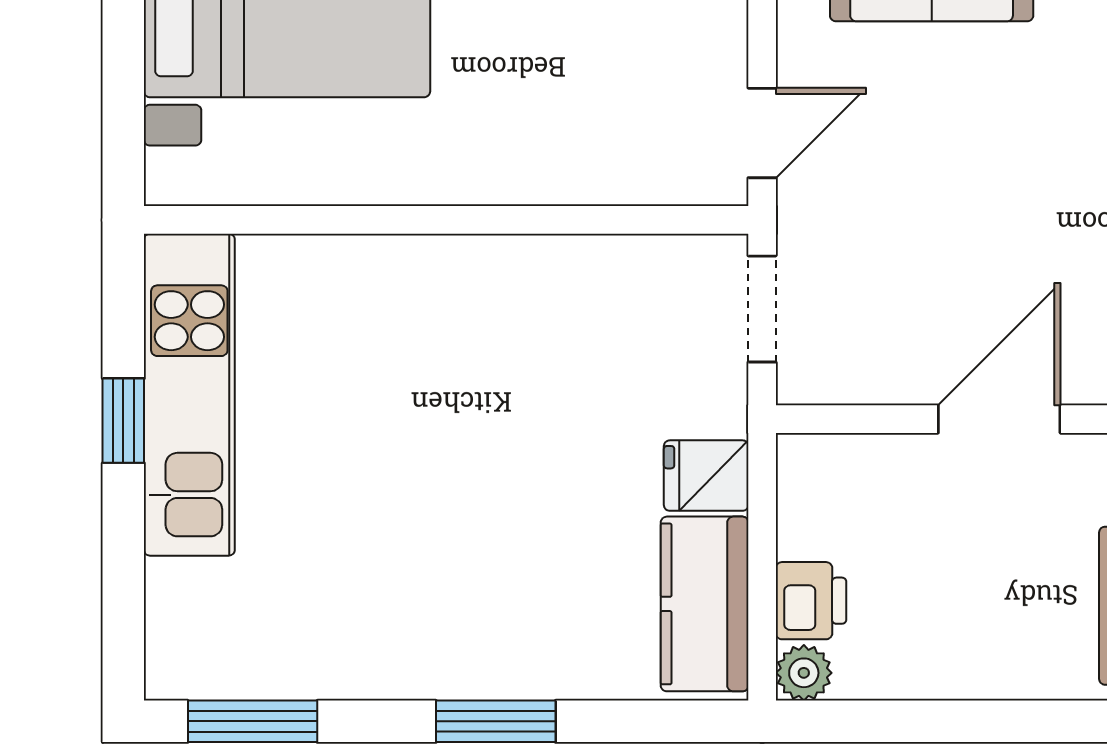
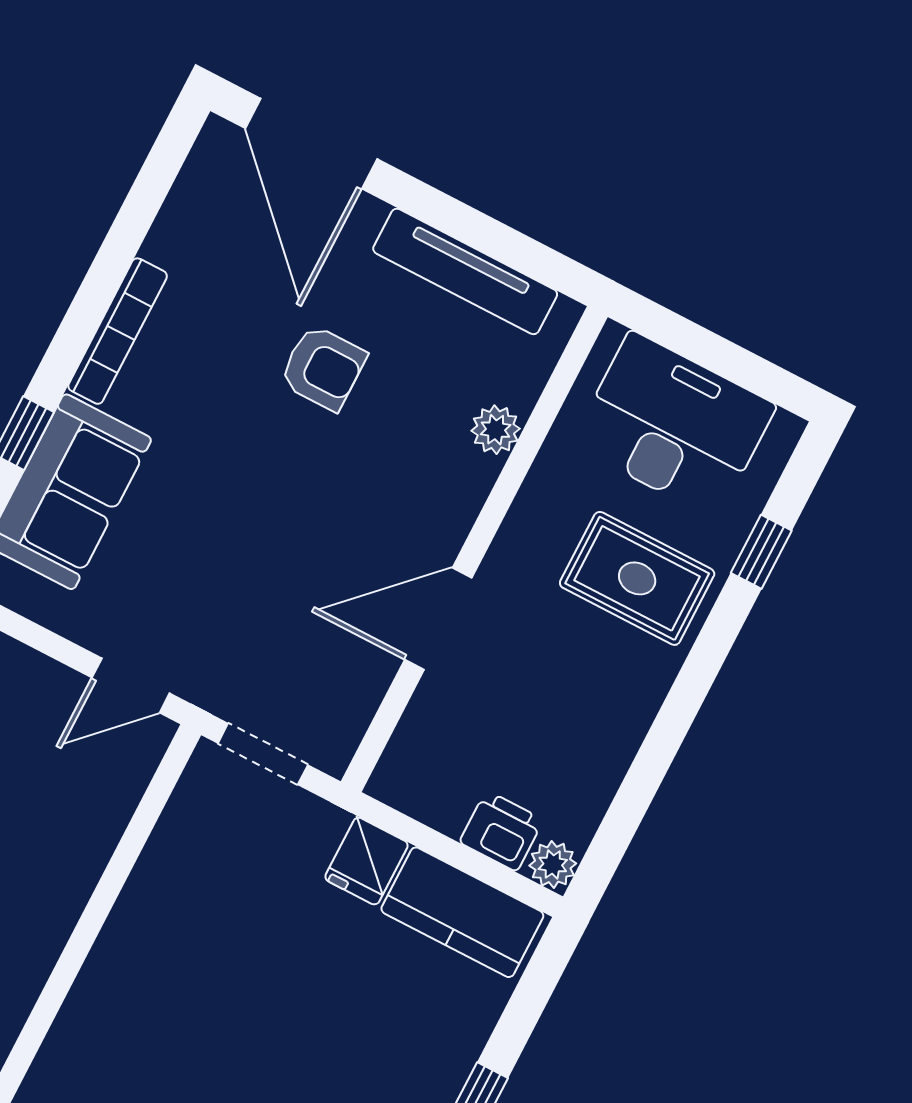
door: (762, 133) -> (131, 685), swing flipped
door: (999, 419) -> (438, 619), hinge flipped

